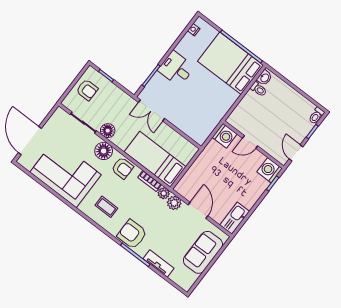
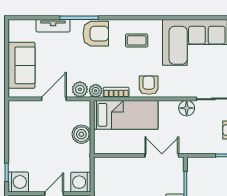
floor lamp: (104, 151) -> (177, 88), removed
armchair: (122, 168) -> (149, 85), turned 90
boiler: (198, 170) -> (81, 134), added
door: (198, 210) -> (54, 99), swing flipped
kitchen sink: (235, 218) -> (17, 116), removed

